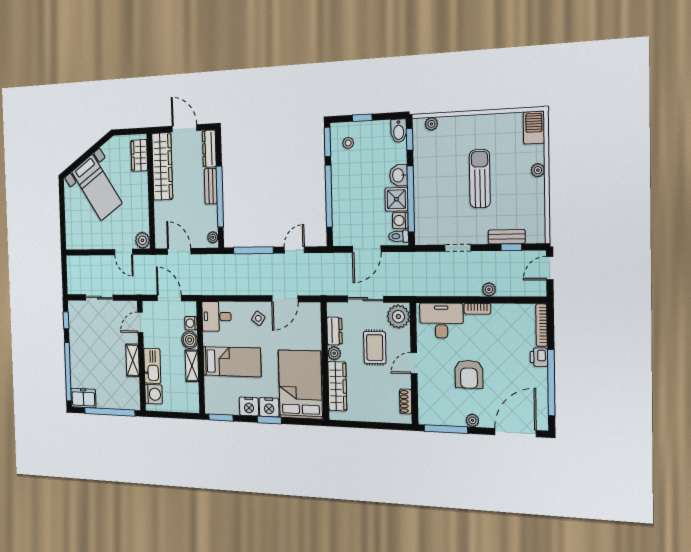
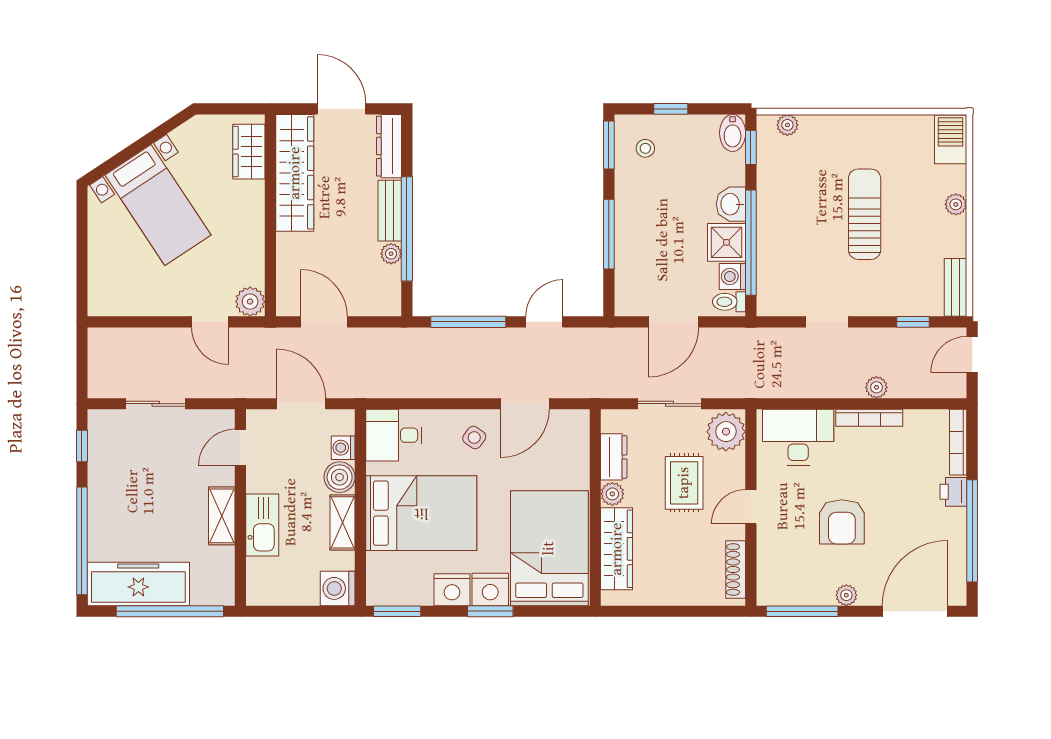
window: (329, 196) -> (609, 234), width x0.68
plant: (213, 237) -> (391, 254), moved
bench: (507, 237) -> (956, 287), moved, turned 90
bookcase: (477, 309) -> (869, 418), width x1.56
bed: (232, 362) -> (421, 513), width x1.50
washing machine: (154, 394) -> (338, 588), moved, turned 180
freezer: (83, 398) -> (138, 584), width x1.91, depth x1.26
shoe rack: (406, 401) -> (736, 570), width x1.43

